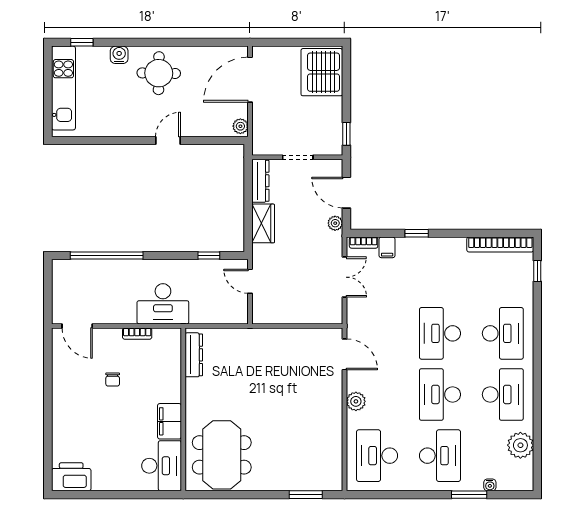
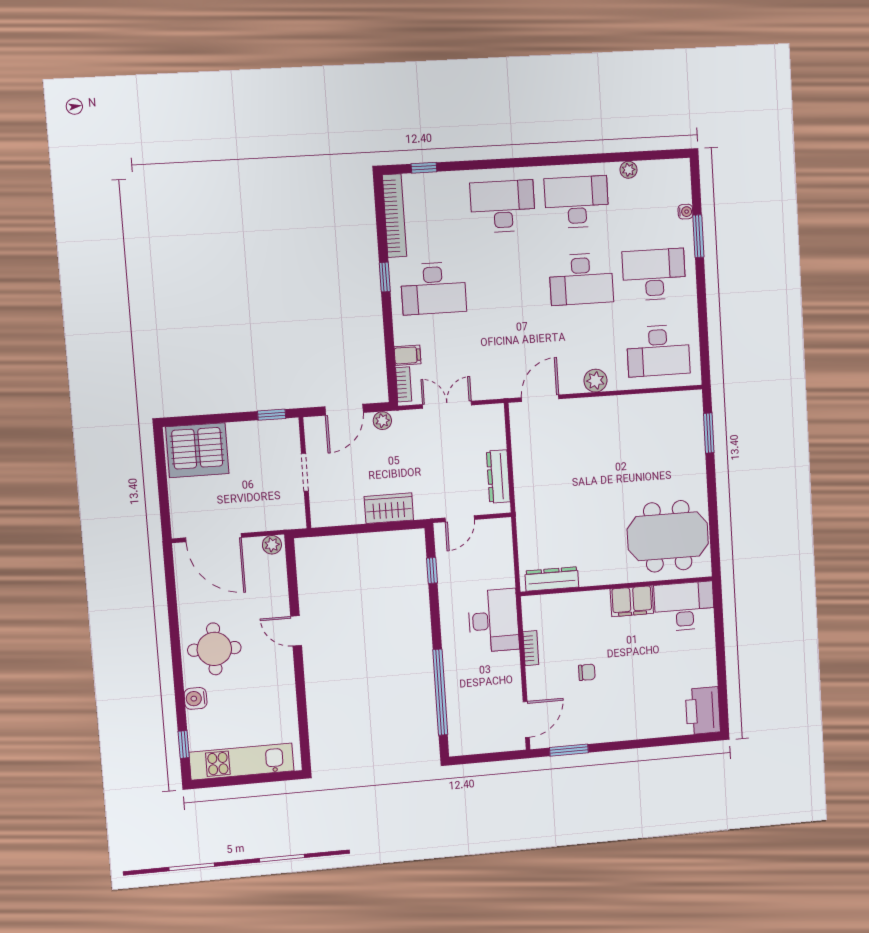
dresser: (260, 181) -> (498, 476), moved, turned -90
window: (417, 233) -> (385, 277), moved
desk: (440, 333) -> (433, 288), moved
window: (48, 360) -> (569, 750), added
plant: (520, 445) -> (628, 170), width x0.53, depth x0.53

